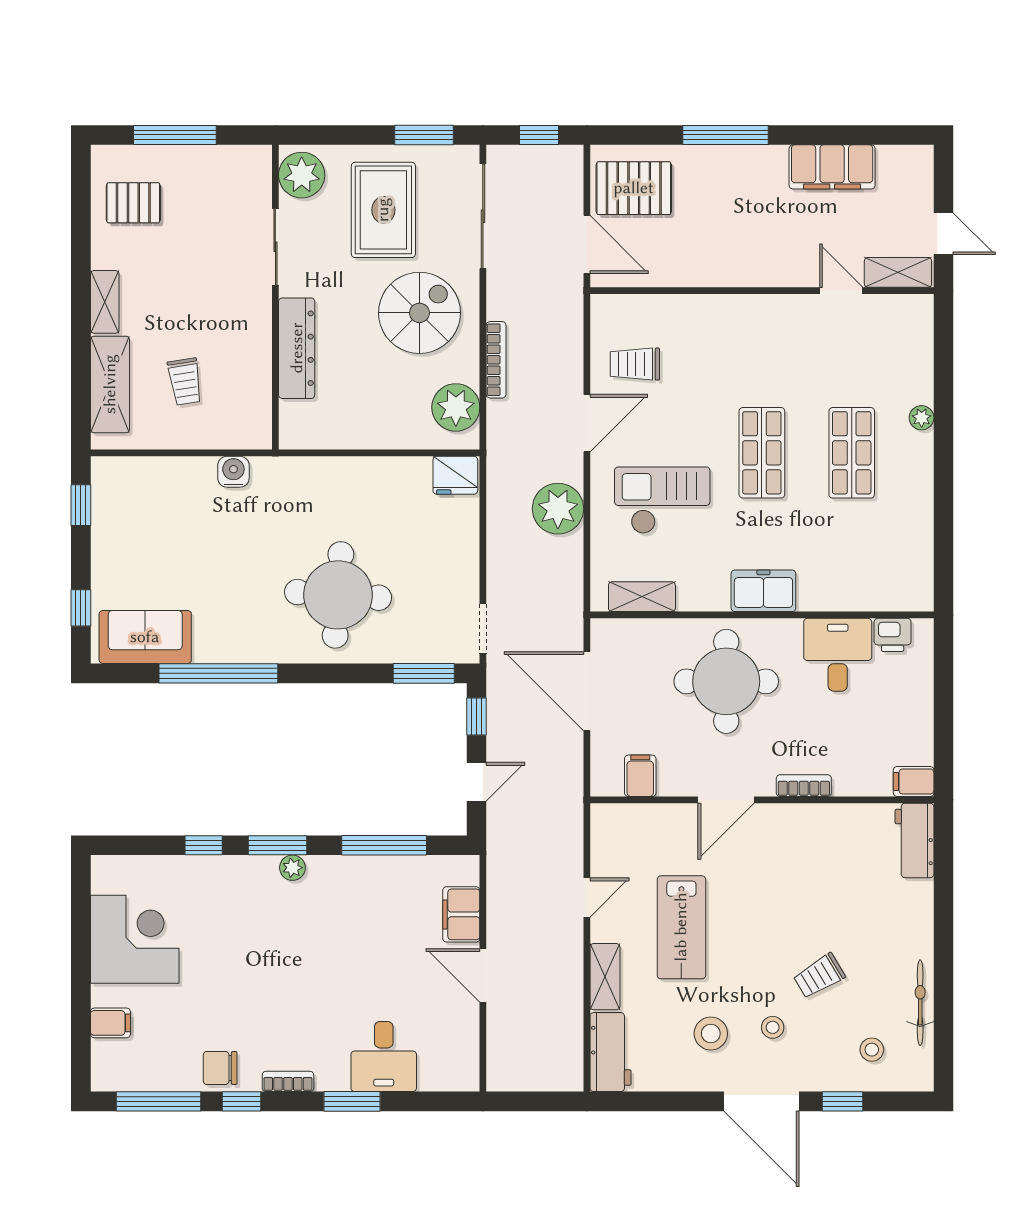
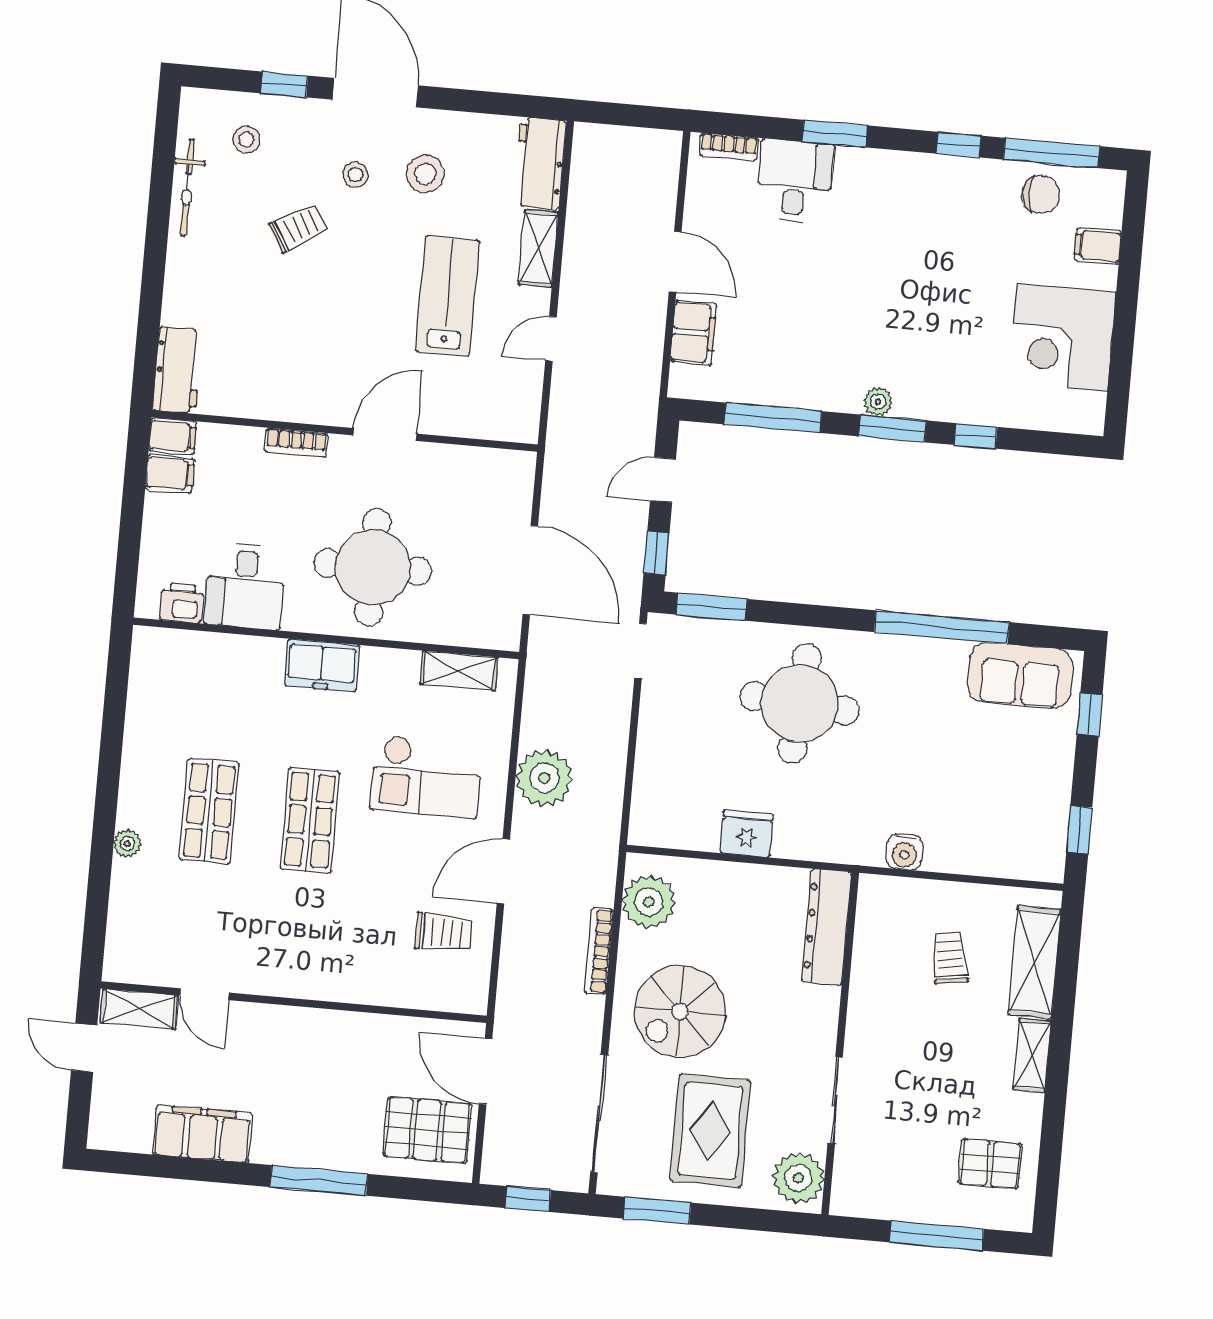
dresser: (297, 348) -> (827, 927), moved
fridge: (455, 475) -> (747, 834), moved
filing cabinet: (640, 776) -> (170, 474), moved, turned -90
chair: (220, 1068) -> (1041, 195), moved
bookcase: (288, 1081) -> (729, 147), moved

